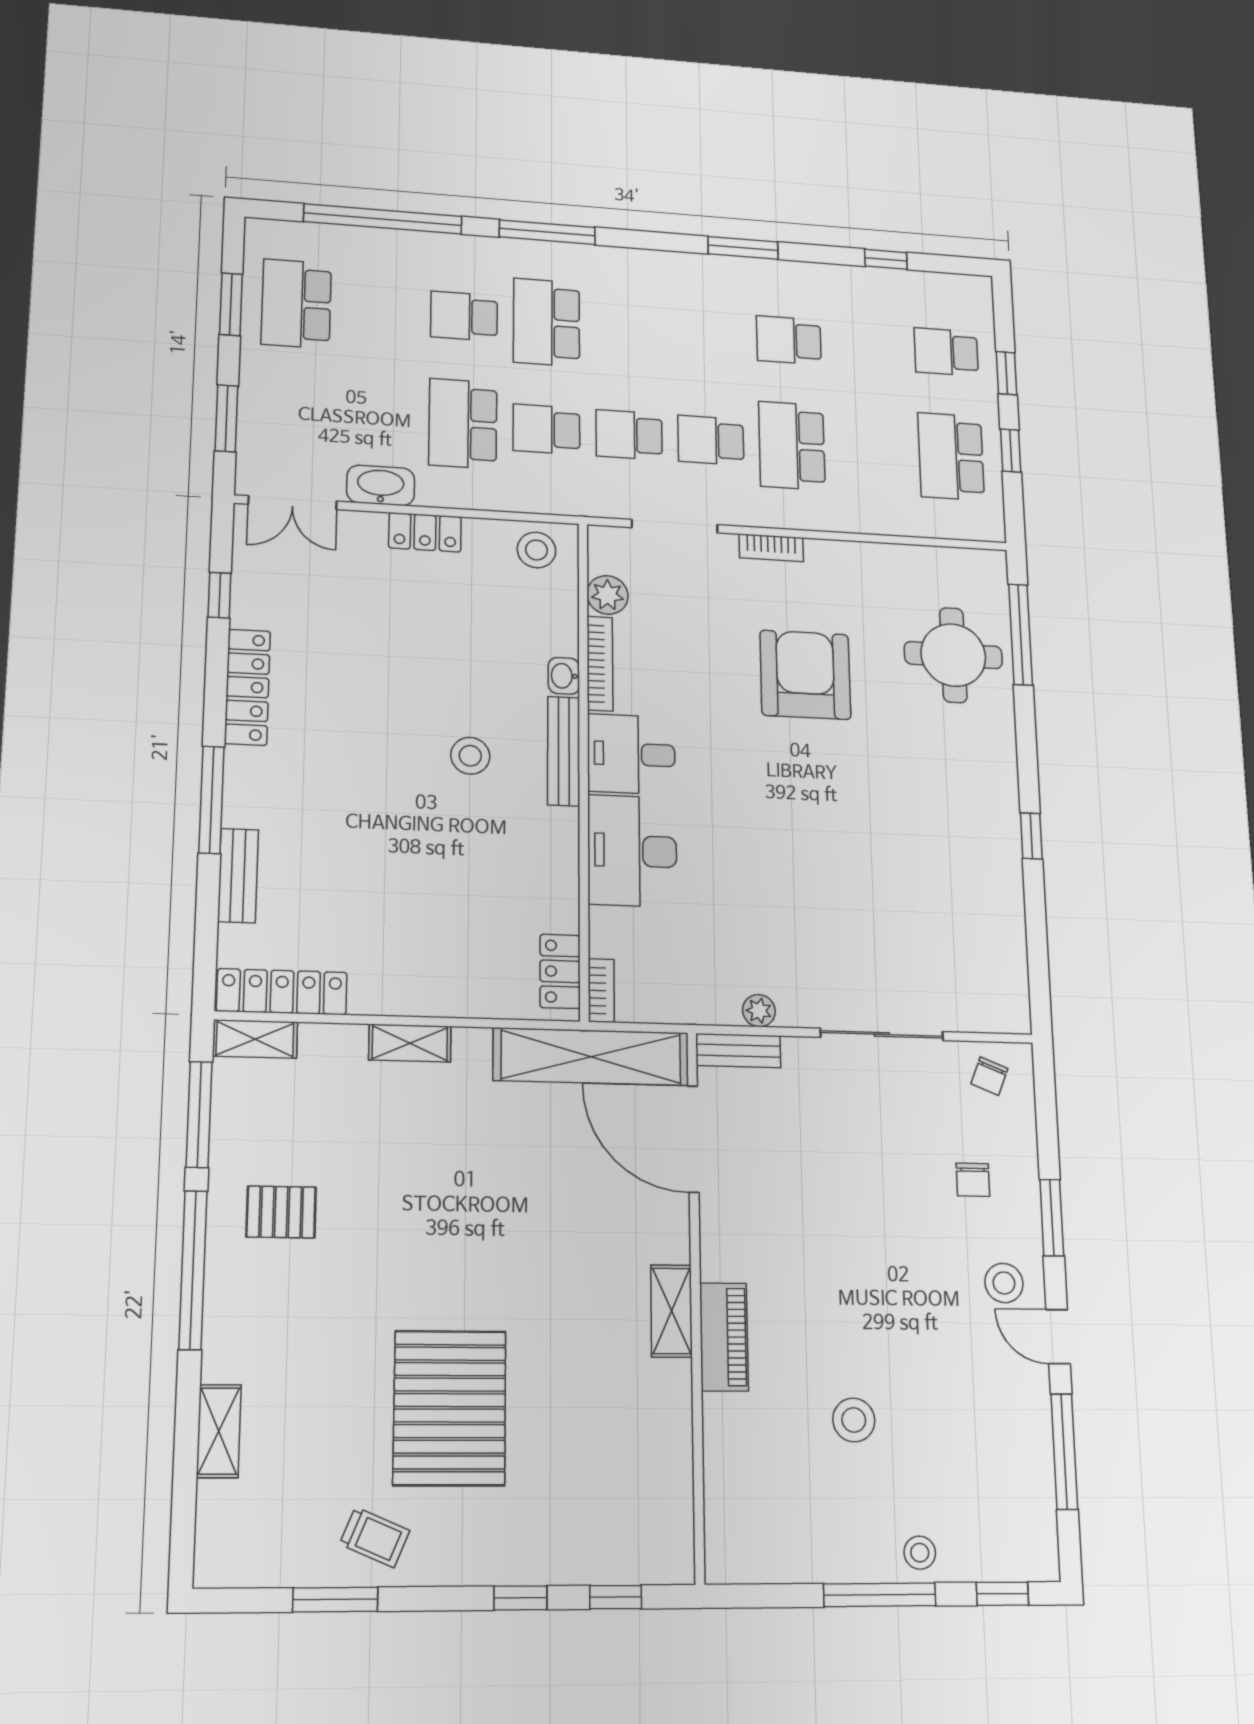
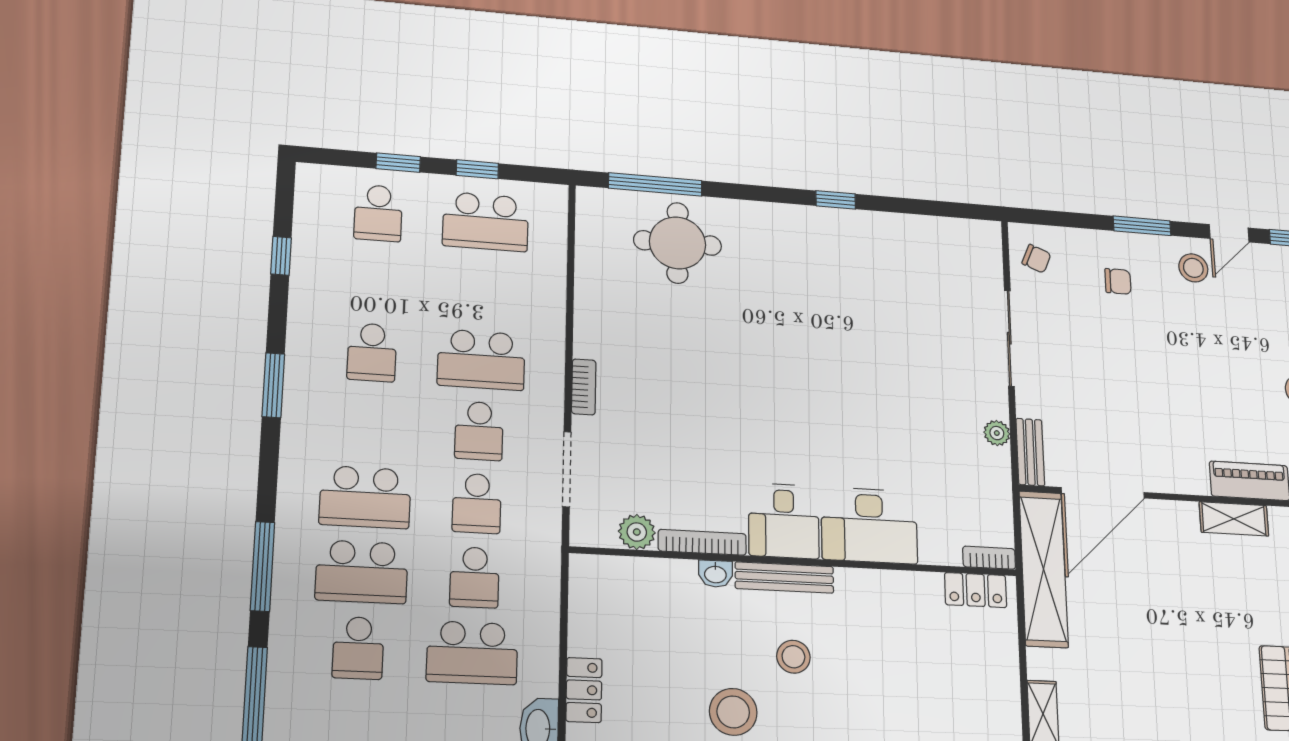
school desk: (628, 328) -> (365, 497), added
stool: (536, 550) -> (733, 712), moved, width x1.38, depth x1.38
armchair: (805, 675) -> (703, 369), removed

